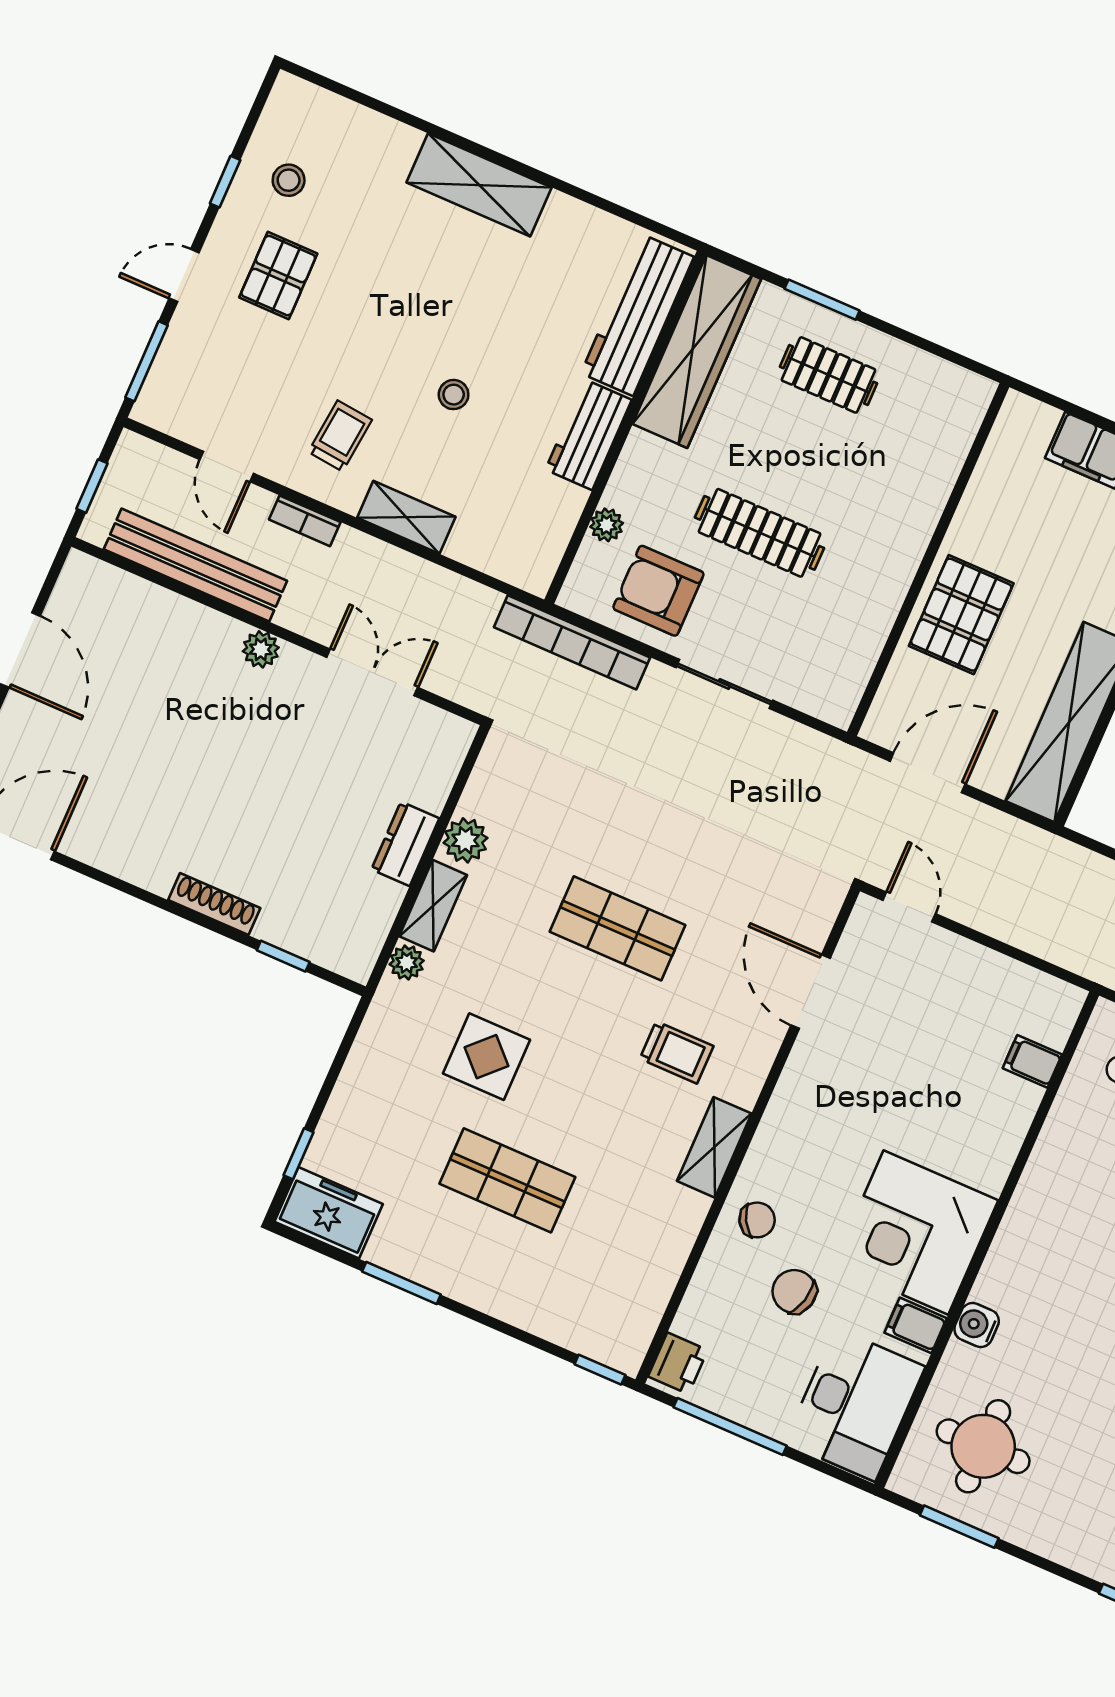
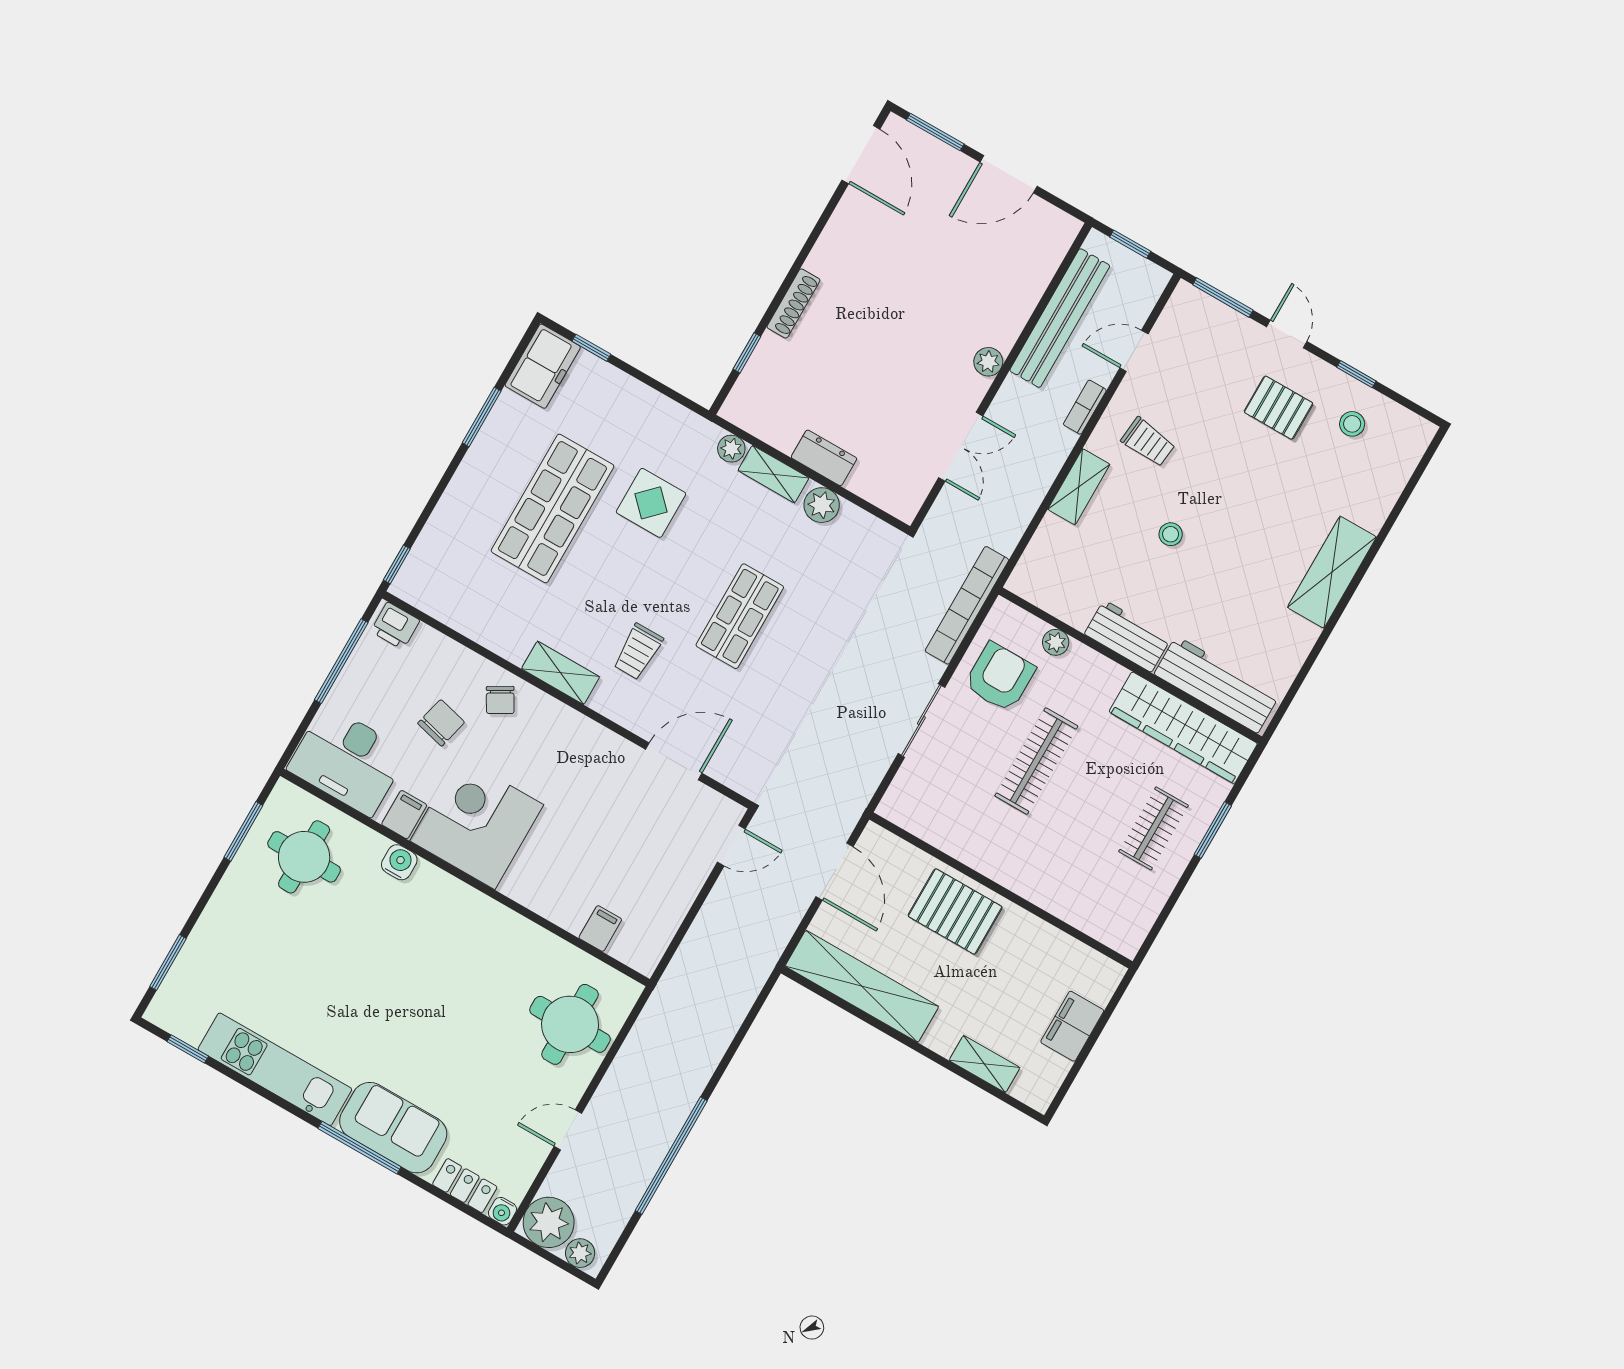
shop shelf: (507, 1180) -> (553, 508), width x1.43, depth x1.36

